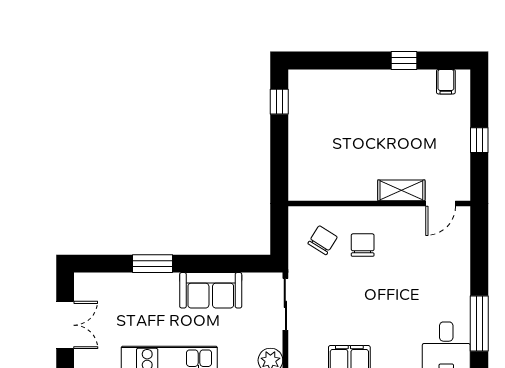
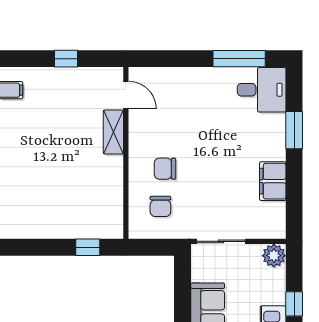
window: (279, 102) -> (88, 247), moved
chair: (323, 240) -> (160, 206), turned -122

